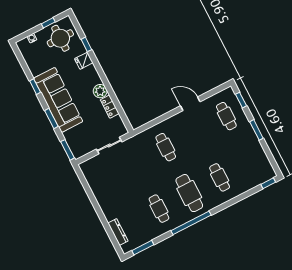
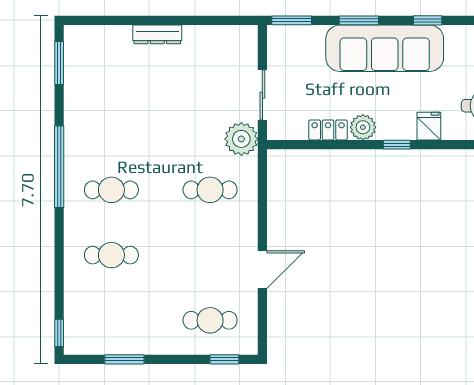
window: (86, 44) -> (397, 145), moved
window: (256, 130) -> (124, 359), moved
plant: (135, 145) -> (241, 139), added
cafe table: (189, 193) -> (111, 190), width x0.73, depth x0.74
cafe table: (159, 209) -> (111, 125), removed
dresser: (118, 232) -> (157, 34), moved

